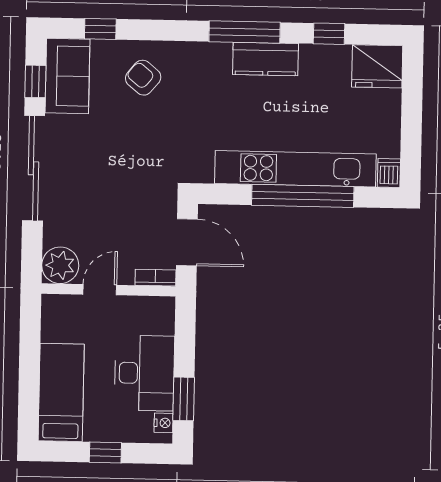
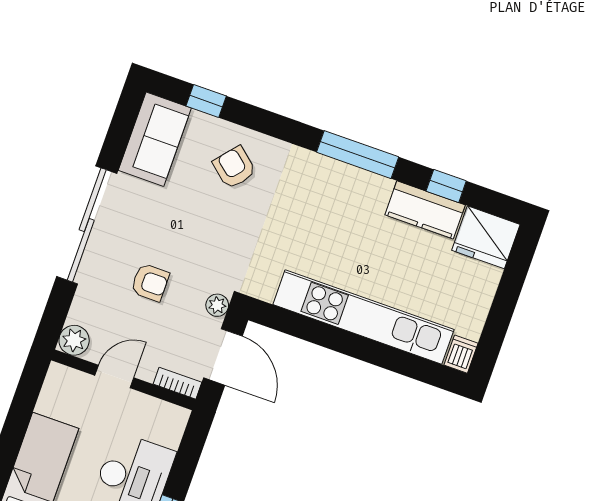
kitchen counter: (266, 59) -> (425, 210), moved
window: (35, 81) -> (119, 134), removed
window: (303, 196) -> (362, 348), removed
armchair: (104, 199) -> (150, 282), added
plant: (167, 200) -> (217, 305), added
plant: (60, 265) -> (74, 340), width x0.73, depth x0.73

